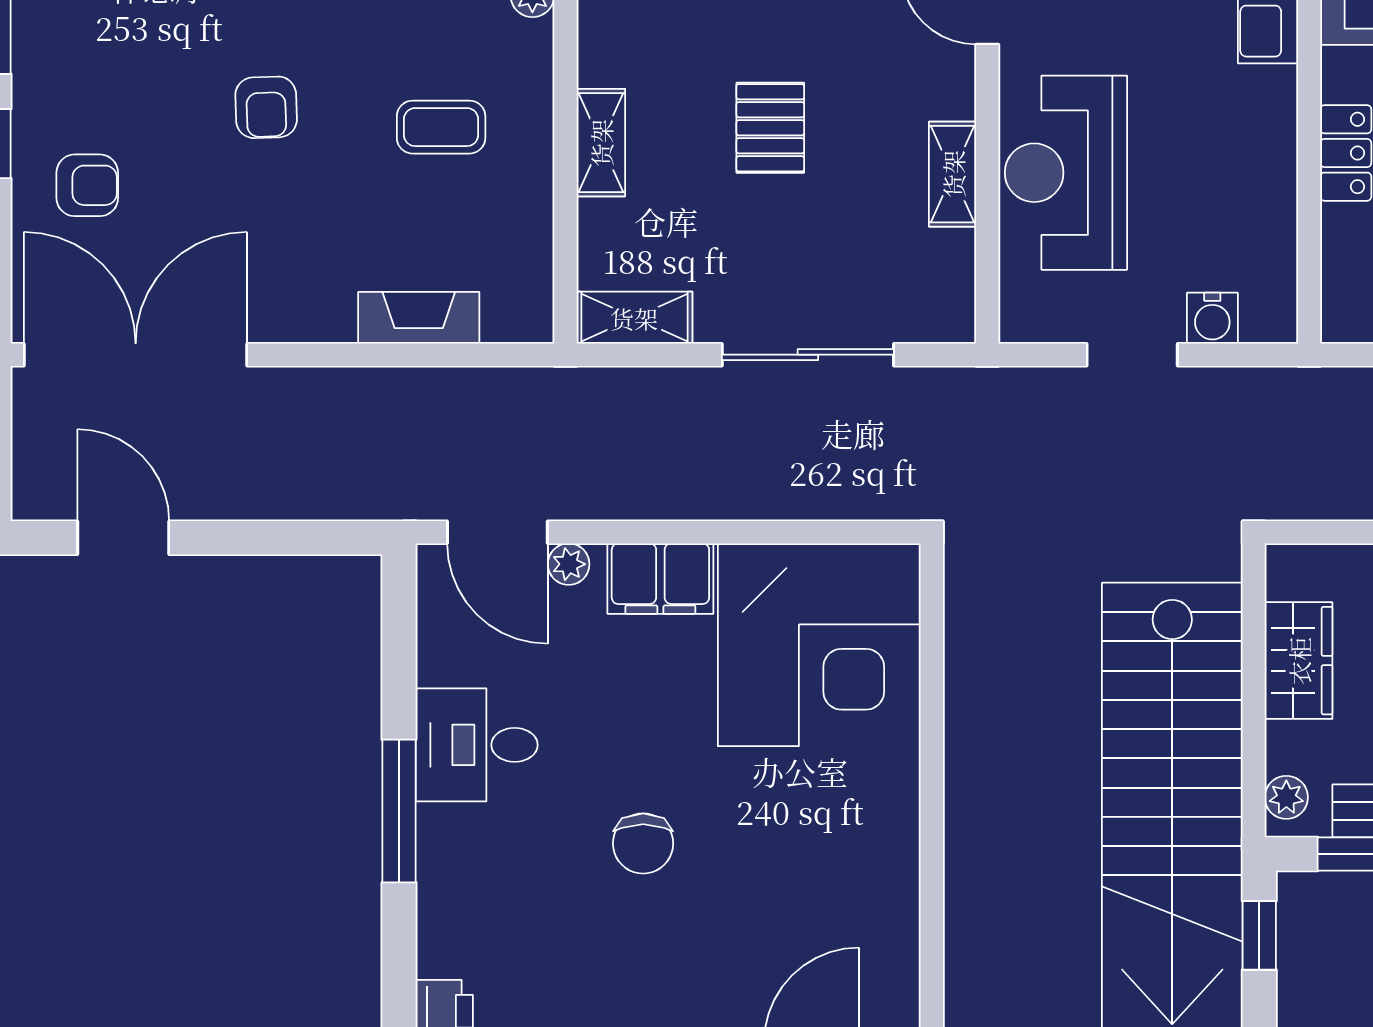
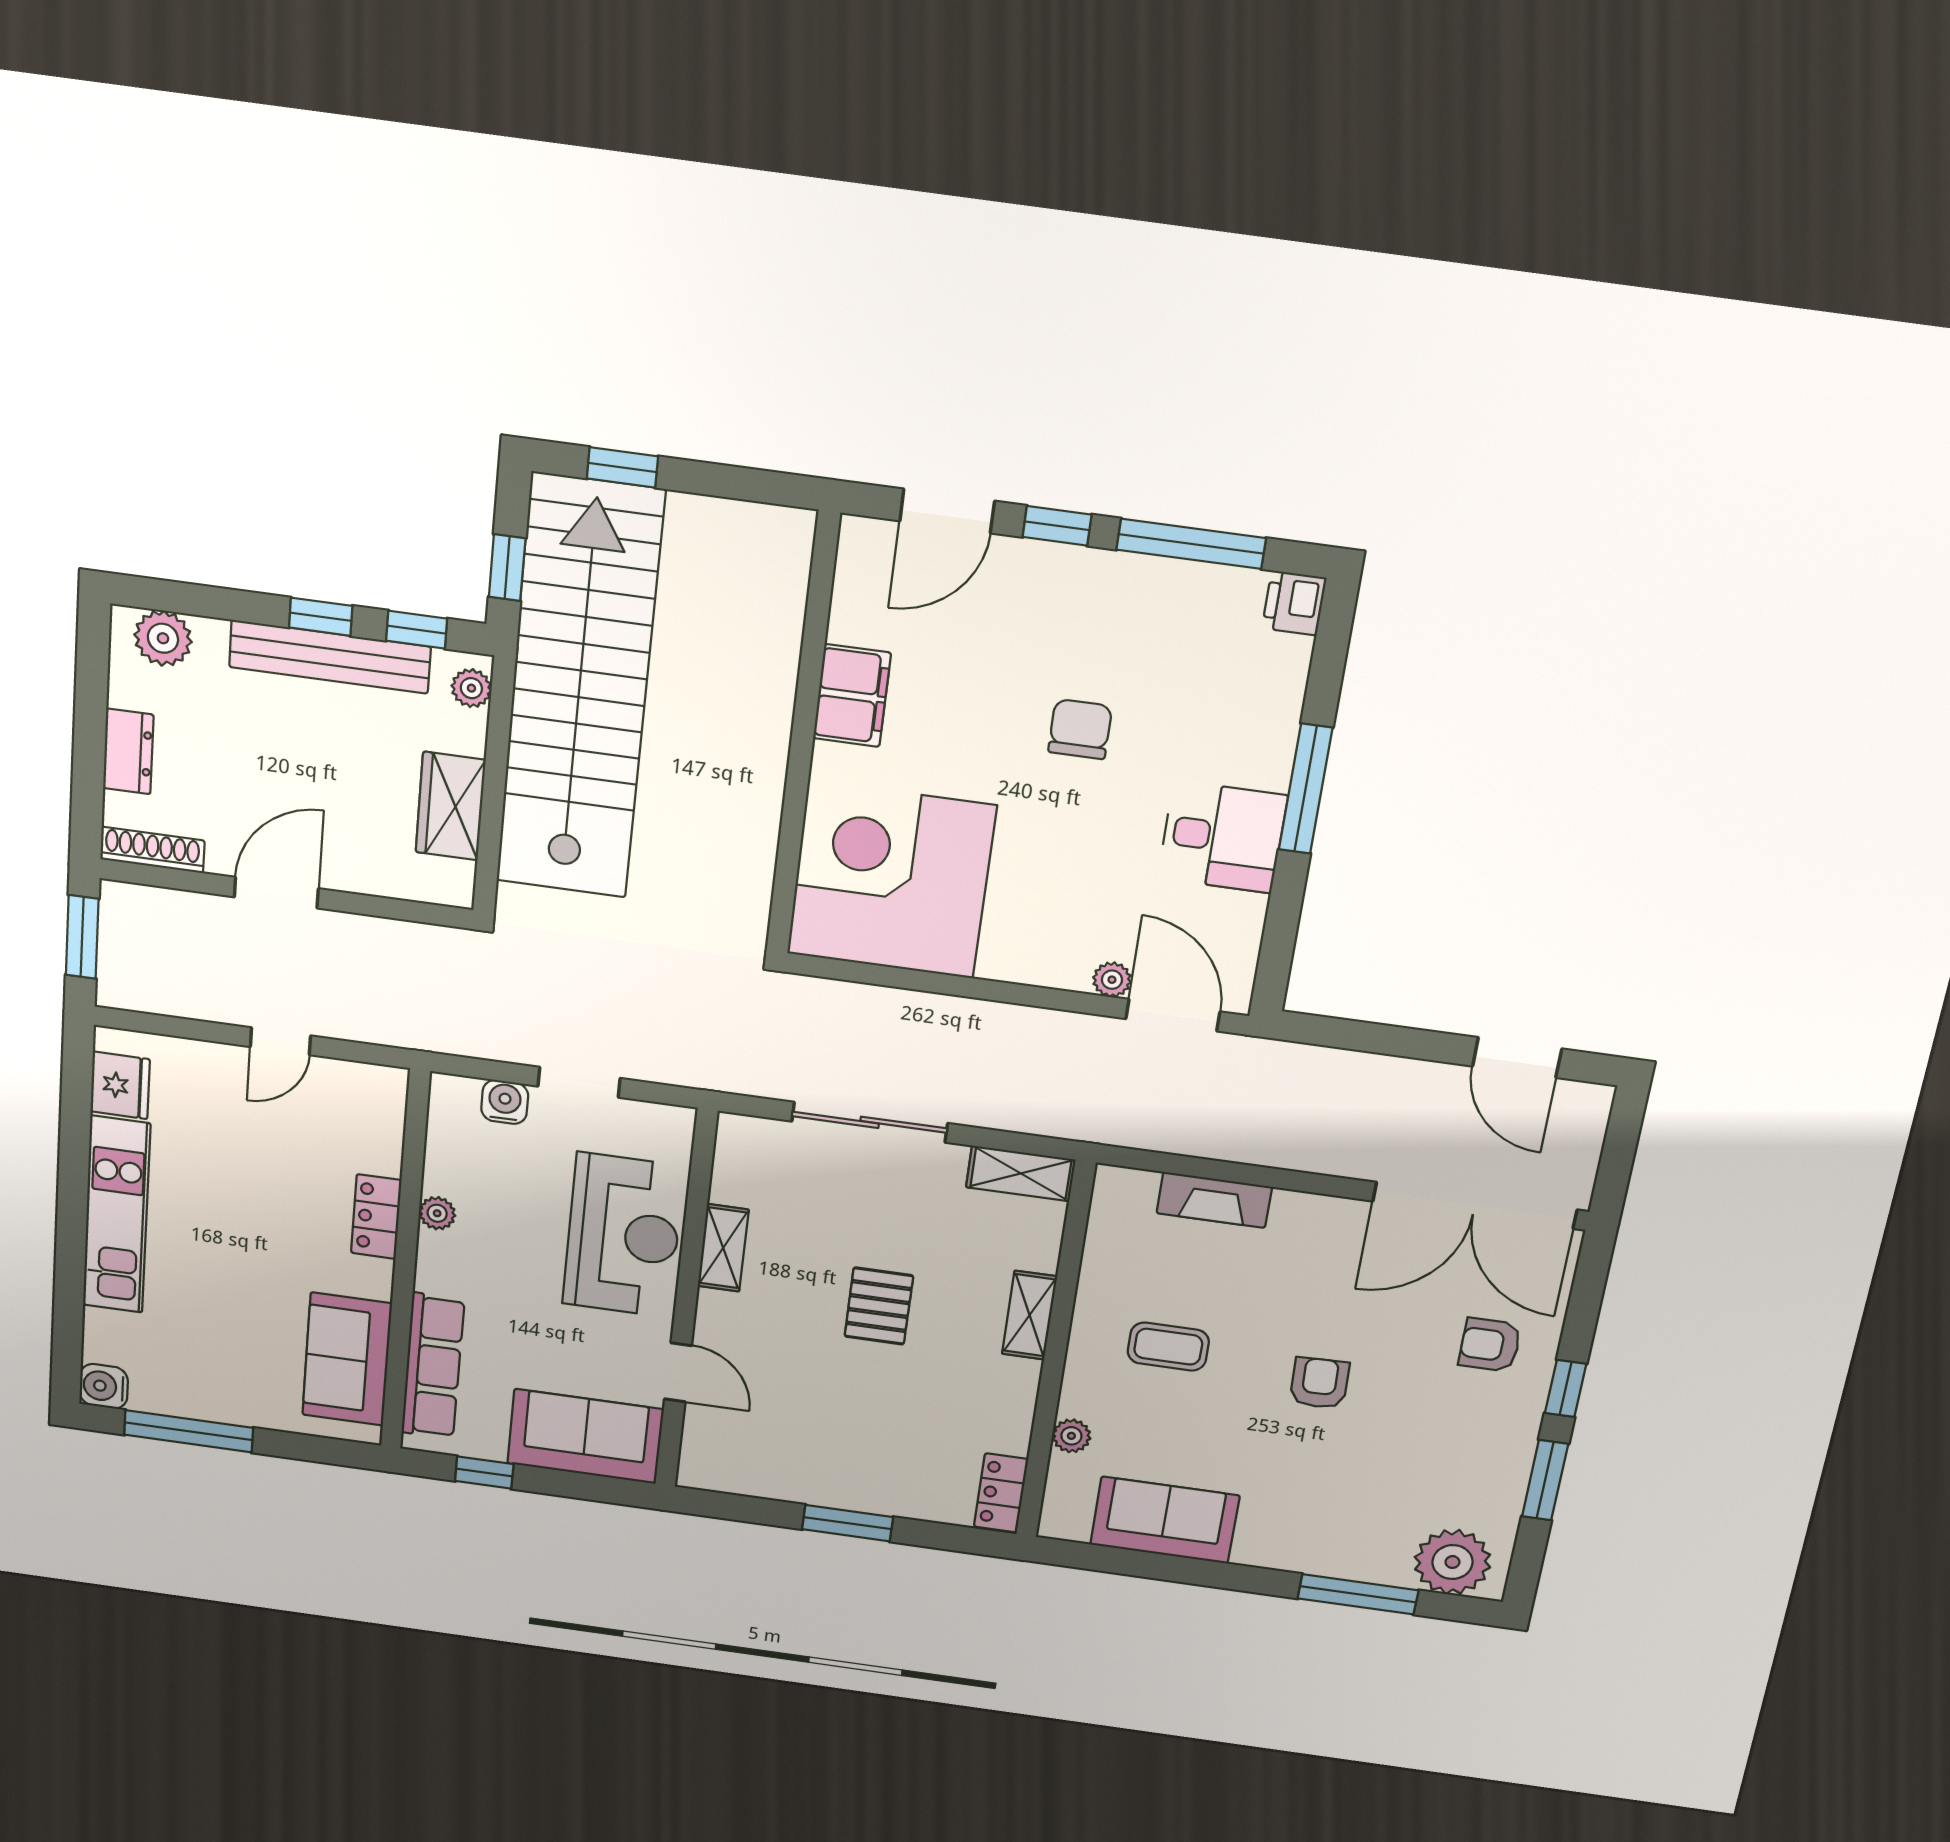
plant: (1277, 168) -> (437, 1213), added
filing cabinet: (660, 579) -> (852, 696), moved, turned 90

